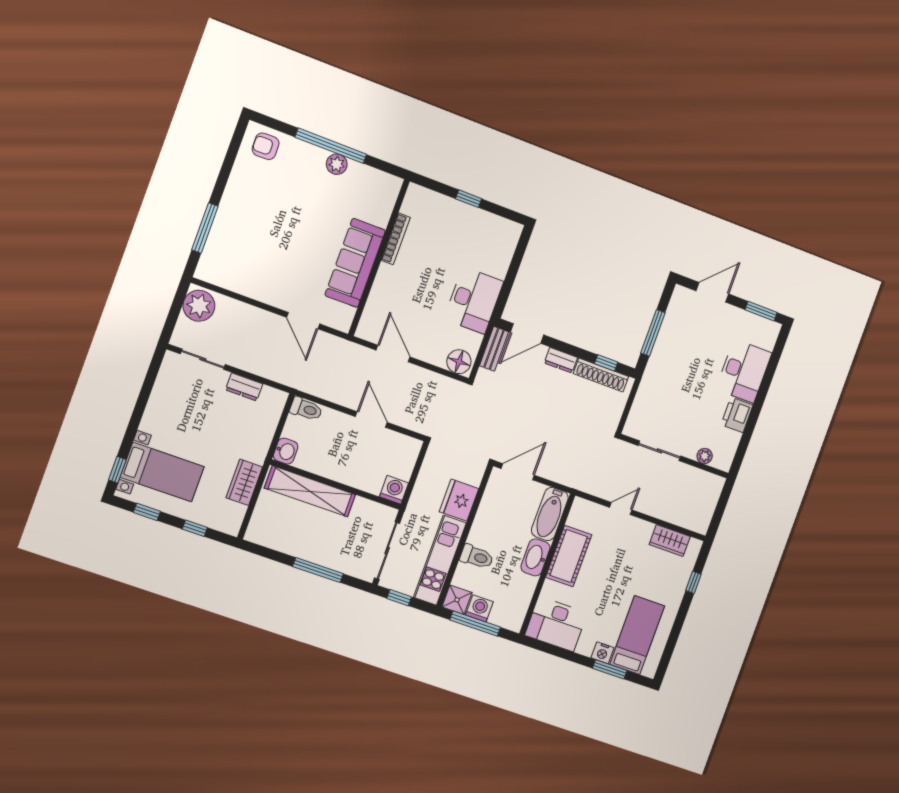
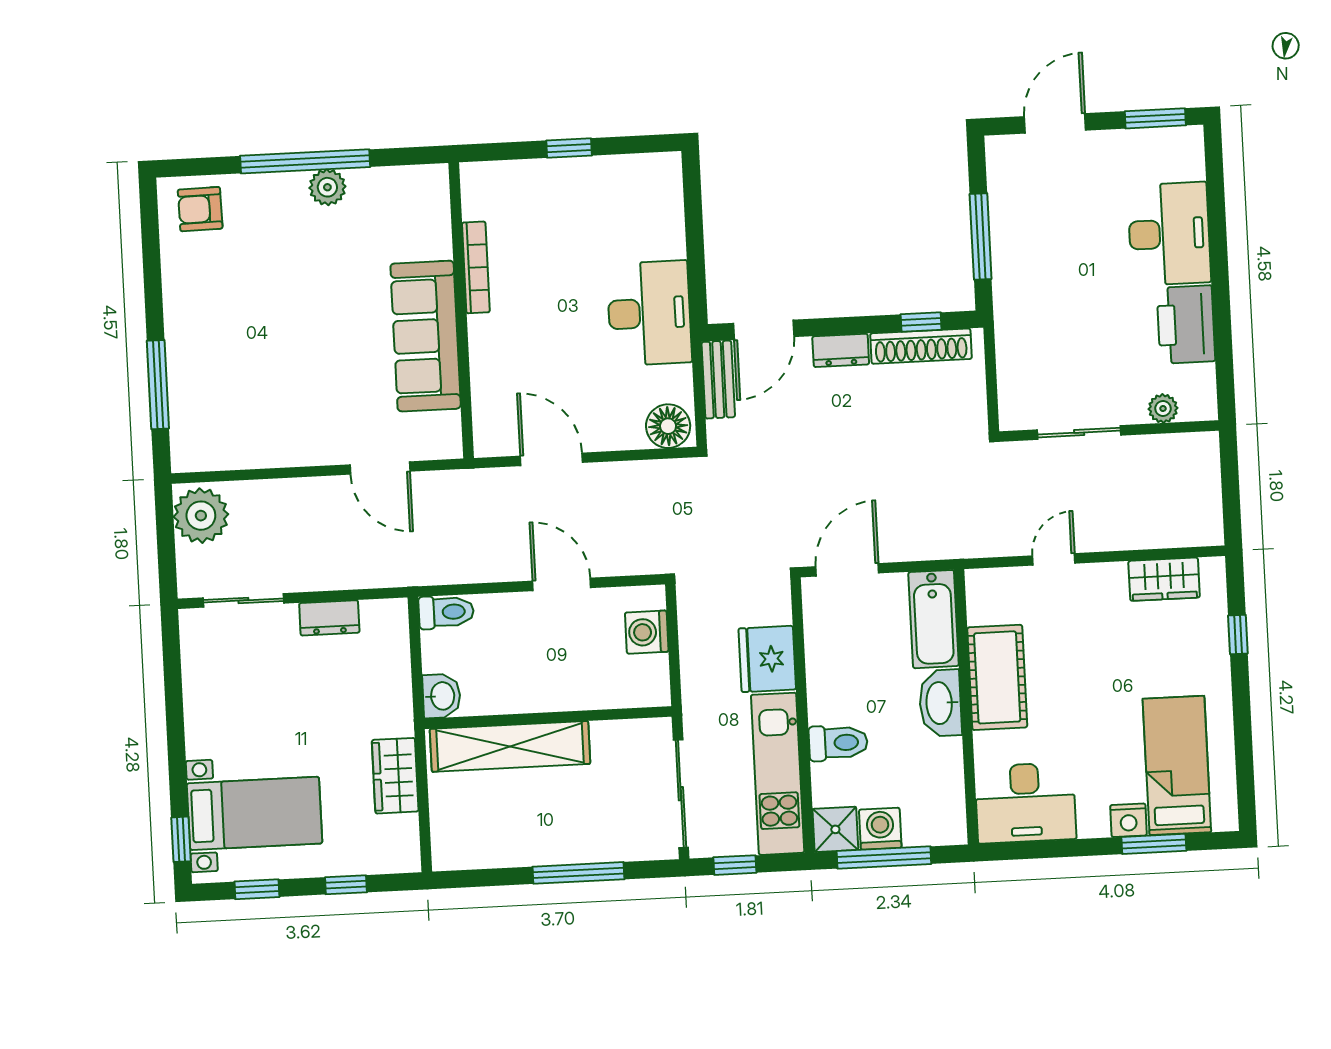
printer: (737, 415) -> (1186, 324), width x1.37, depth x1.19
washing machine: (394, 490) -> (647, 632), moved, turned -90

